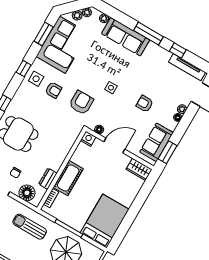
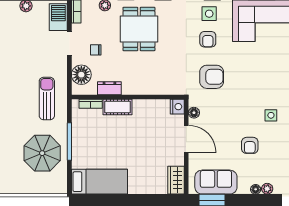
side table: (111, 88) -> (271, 115), moved
armchair: (145, 104) -> (250, 145), turned 180
cot: (68, 178) -> (118, 107), width x0.73, depth x0.75
bed: (105, 221) -> (99, 182), width x0.67

